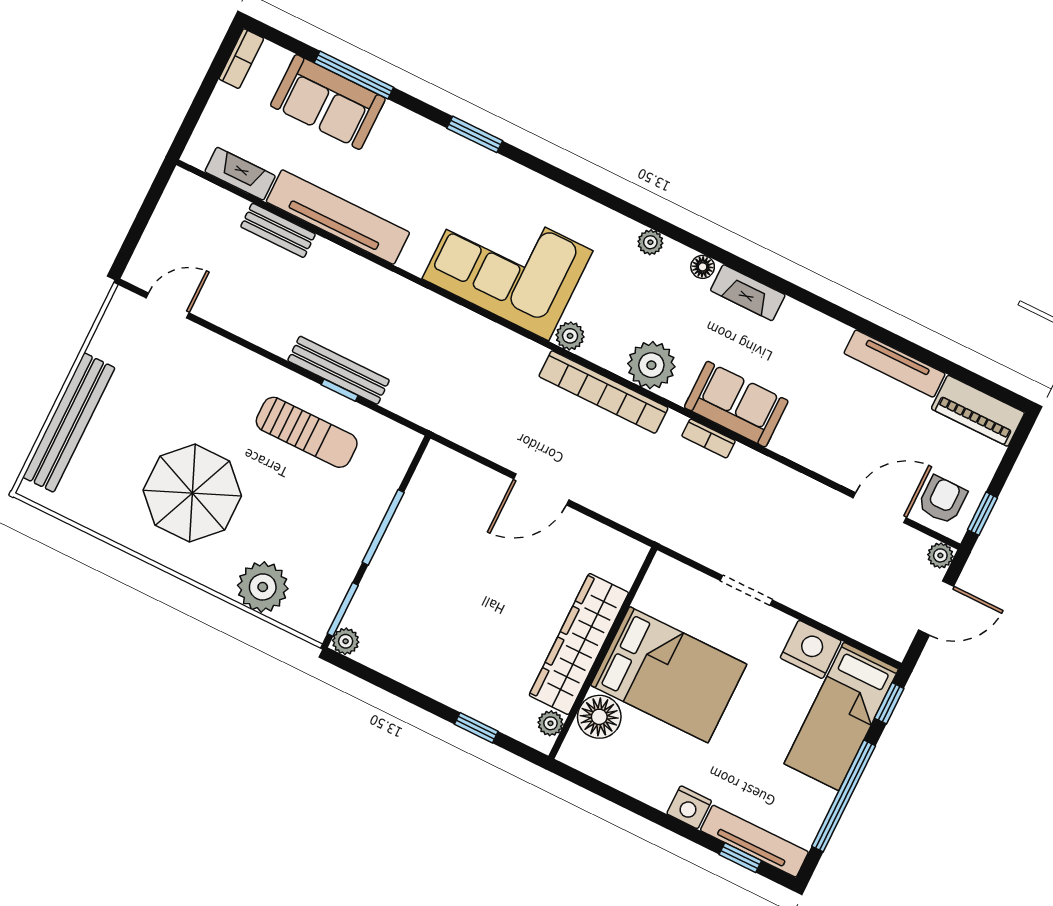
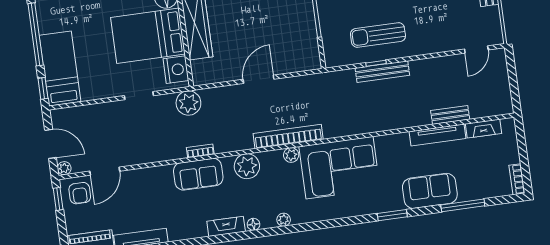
sofa: (328, 102) -> (430, 191), moved
tv unit: (338, 217) -> (437, 135), width x0.73, depth x0.78
bookcase: (603, 392) -> (288, 136), moved
plant: (676, 526) -> (188, 103), added
door: (936, 608) -> (51, 144), swing flipped
nightstand: (811, 649) -> (176, 70), moved, turned -90

